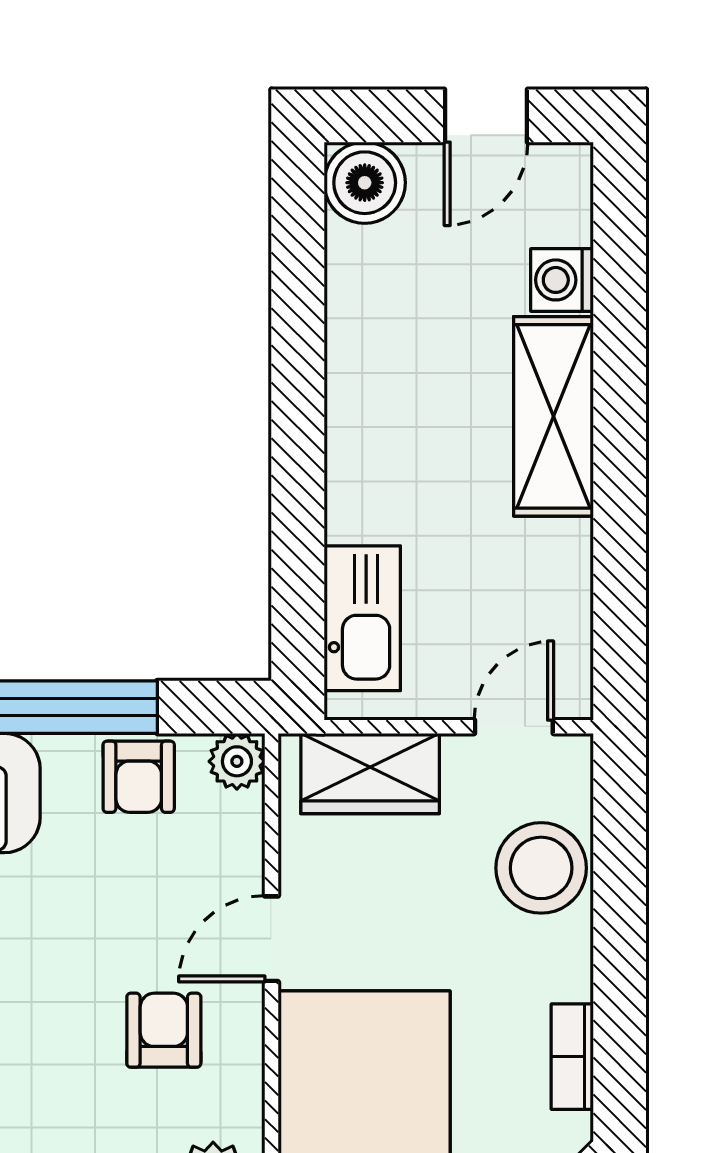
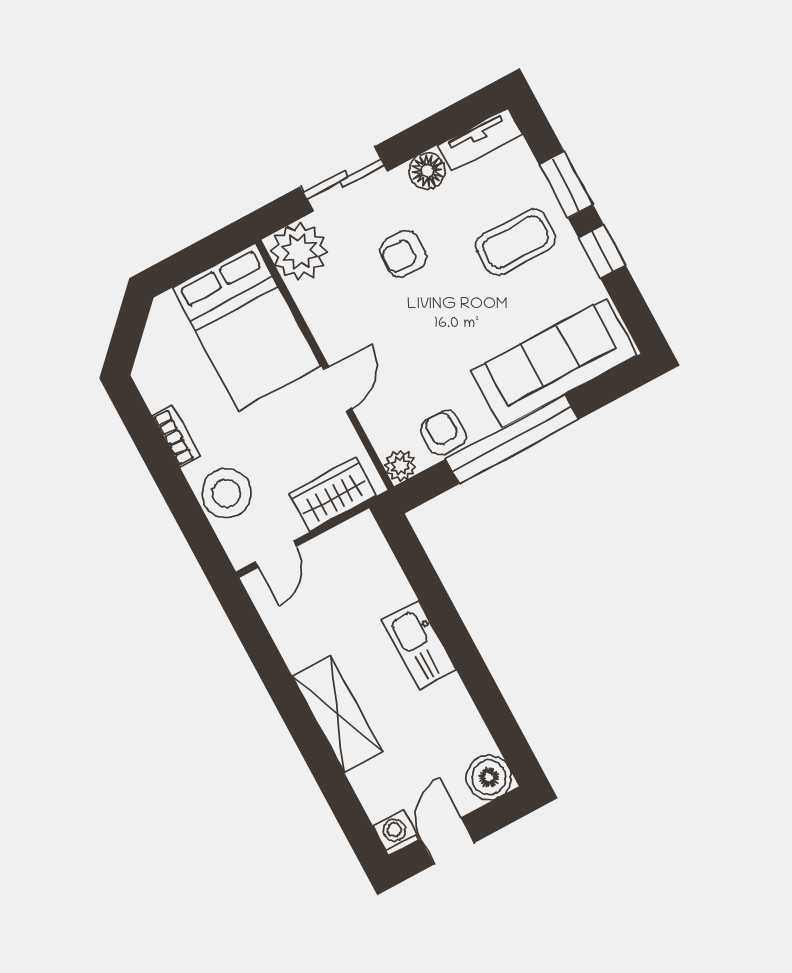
washing machine: (562, 280) -> (396, 833), moved, turned -90
kitchen sink: (362, 618) -> (419, 645), moved
armchair: (164, 1030) -> (403, 254), moved, turned 90
bookcase: (572, 1057) -> (176, 436), moved

